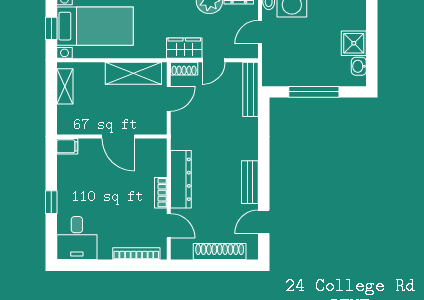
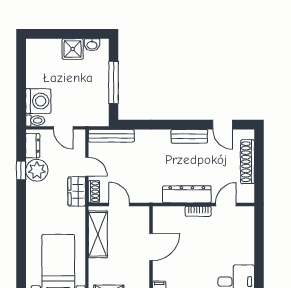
bookcase: (136, 254) -> (249, 232), removed

